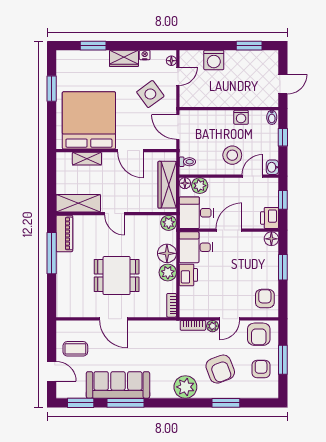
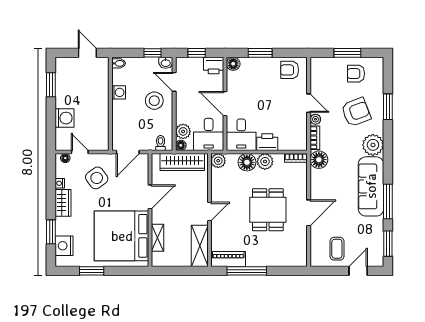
nightstand: (78, 59) -> (64, 246), added
window: (283, 137) -> (152, 53), moved
floor lamp: (170, 330) -> (319, 160), added
armchair: (259, 334) -> (323, 76), removed
sofa: (118, 385) -> (371, 186), moved

